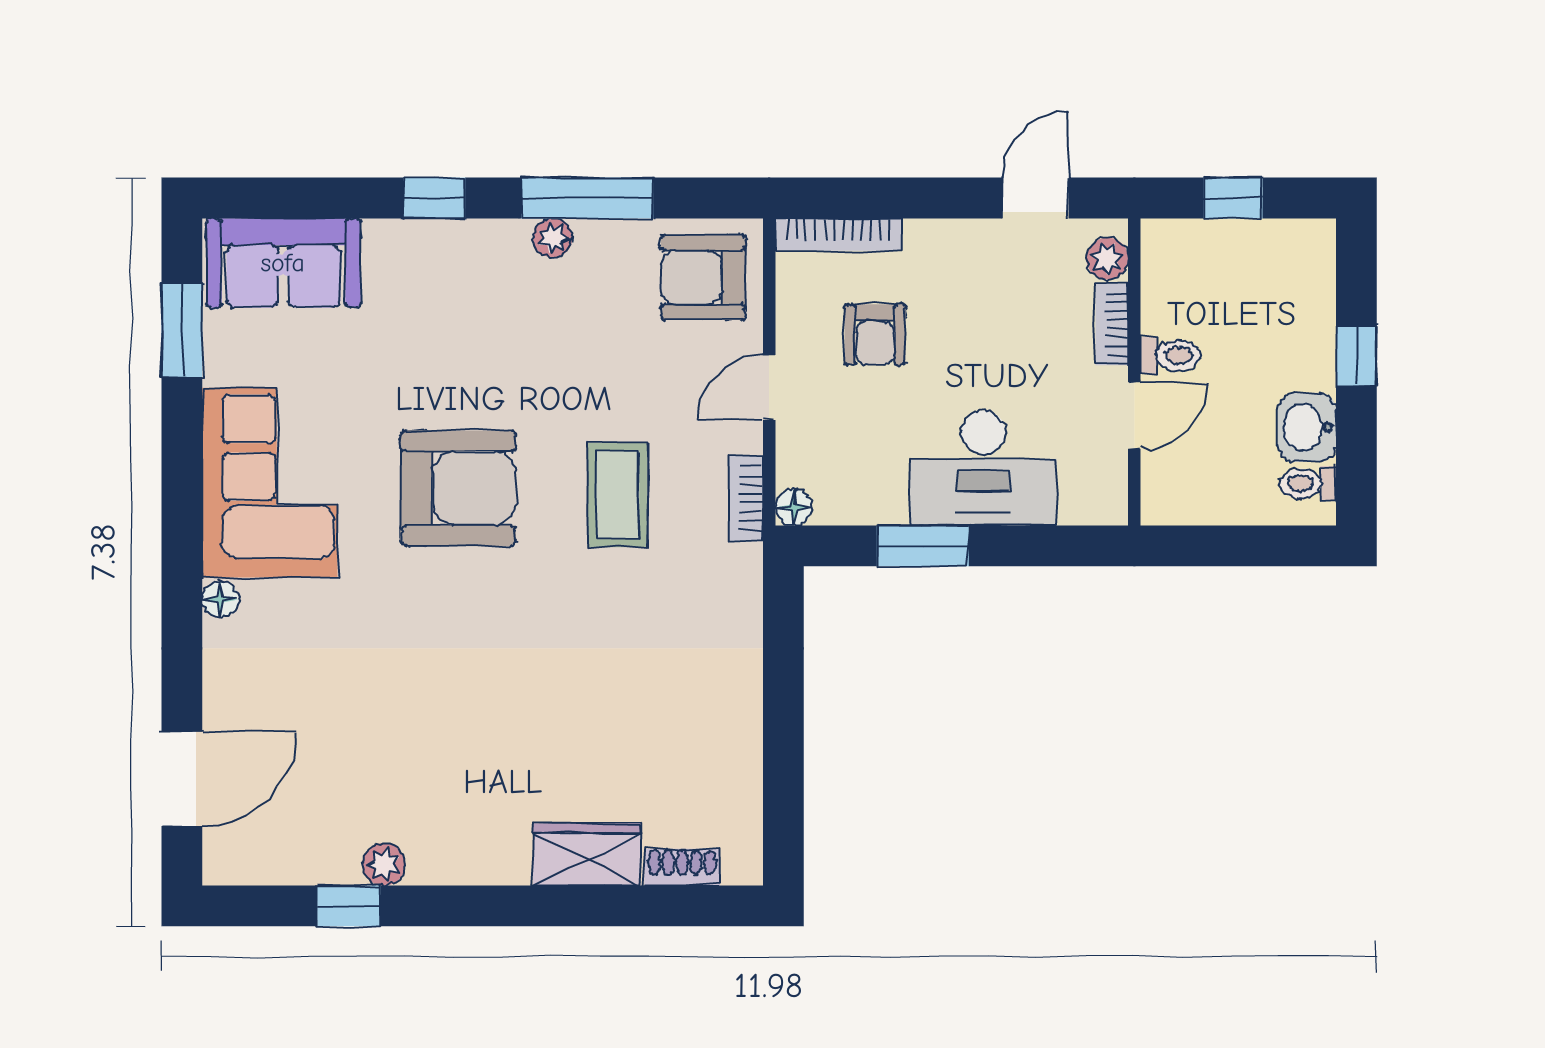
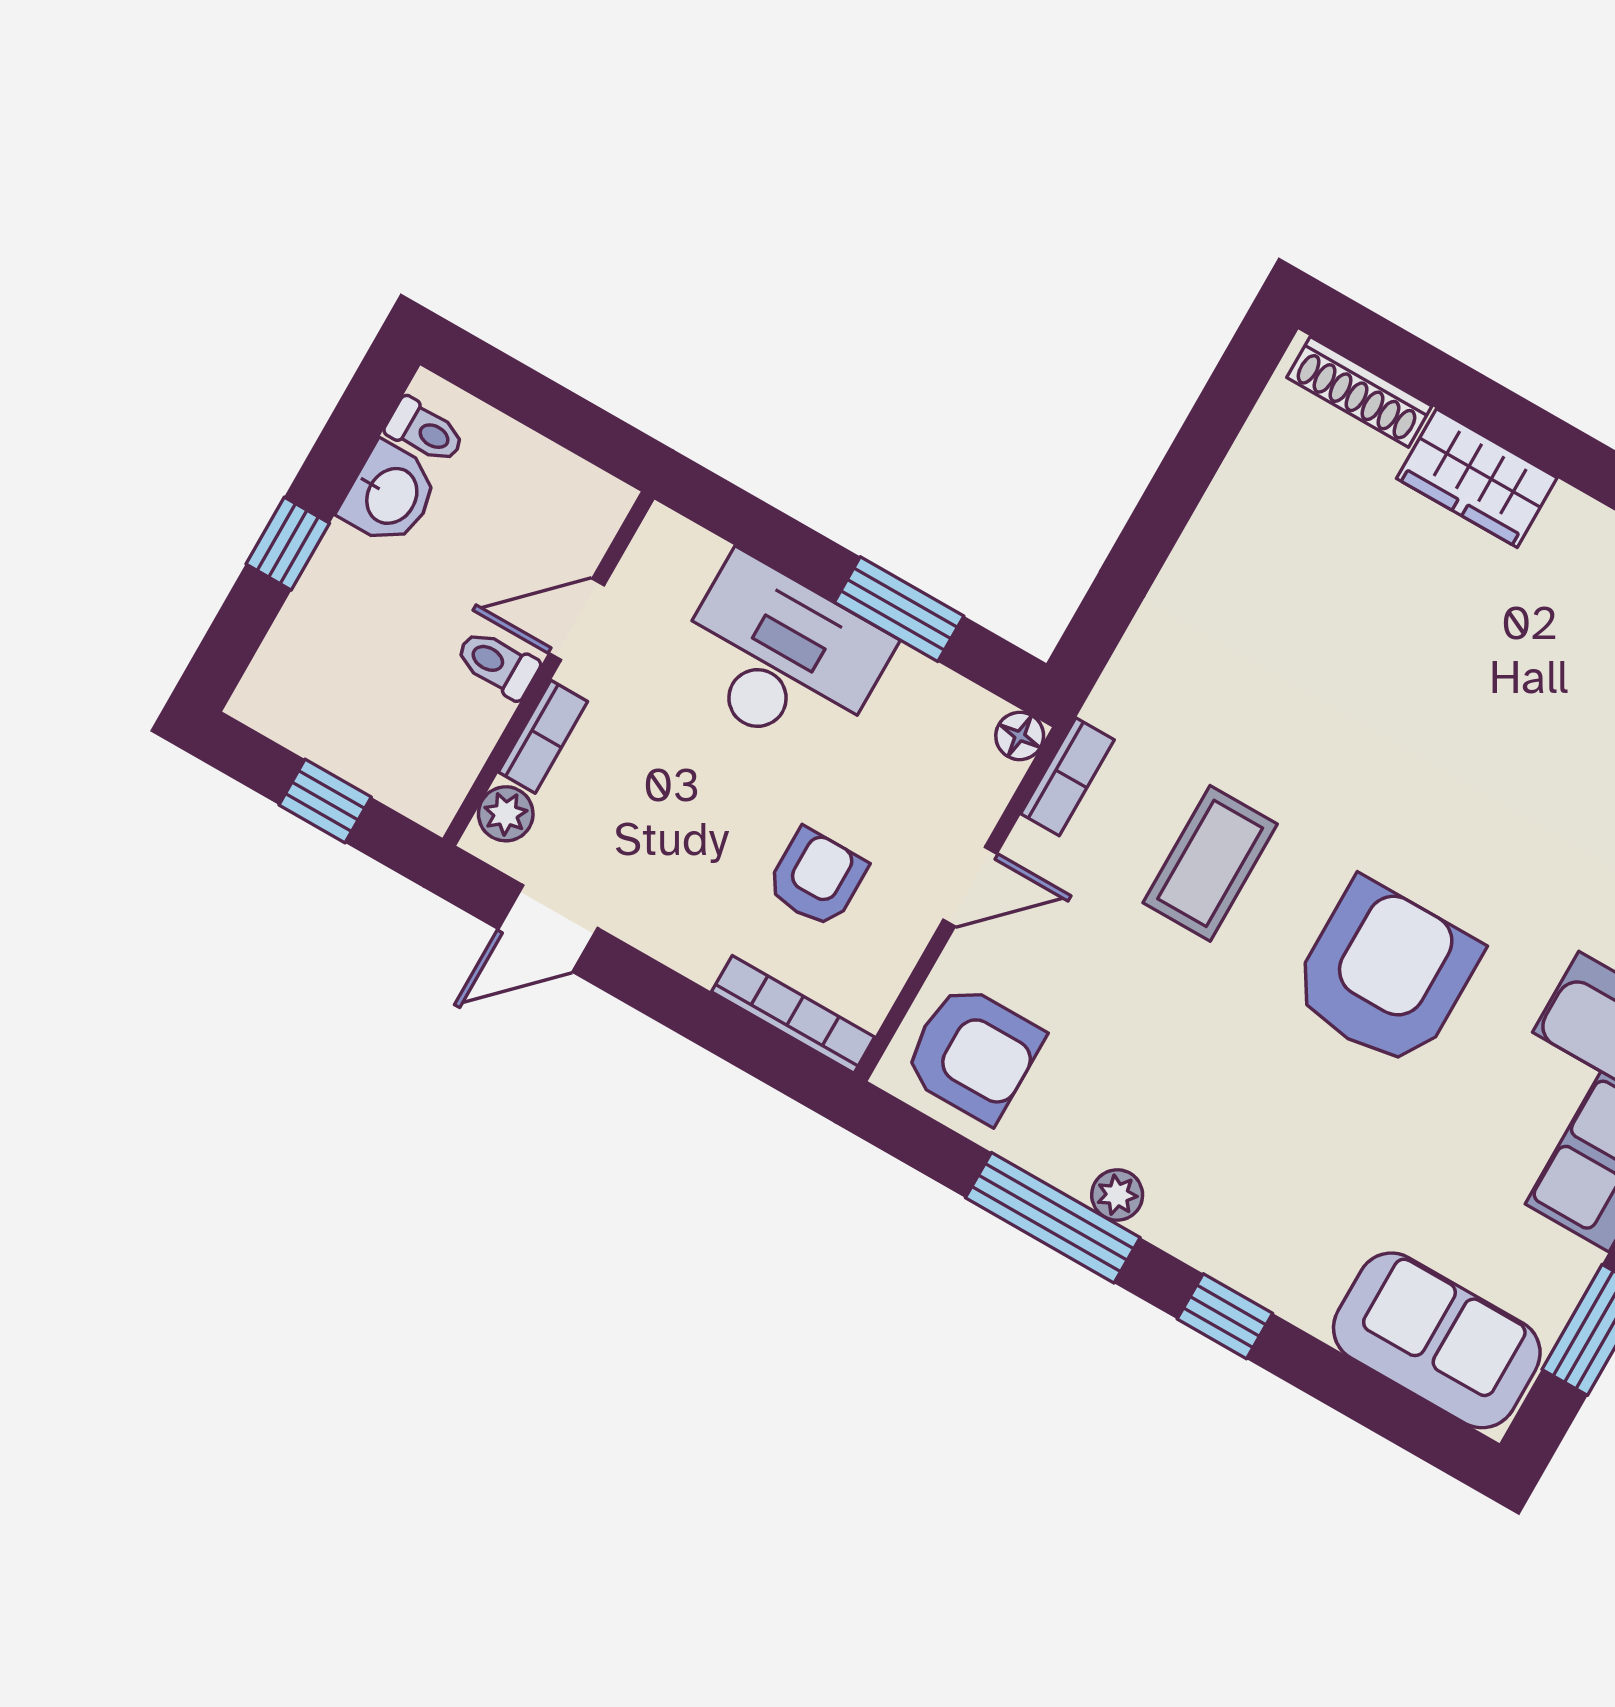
armchair: (458, 488) -> (1385, 974), turned 90
shoe rack: (682, 867) -> (1359, 392), width x1.43

